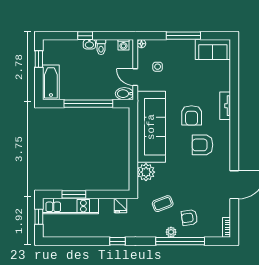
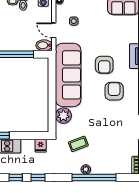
armchair: (203, 145) -> (114, 91), turned 90
armchair: (189, 218) -> (102, 156), removed
window: (93, 241) -> (16, 177), added

